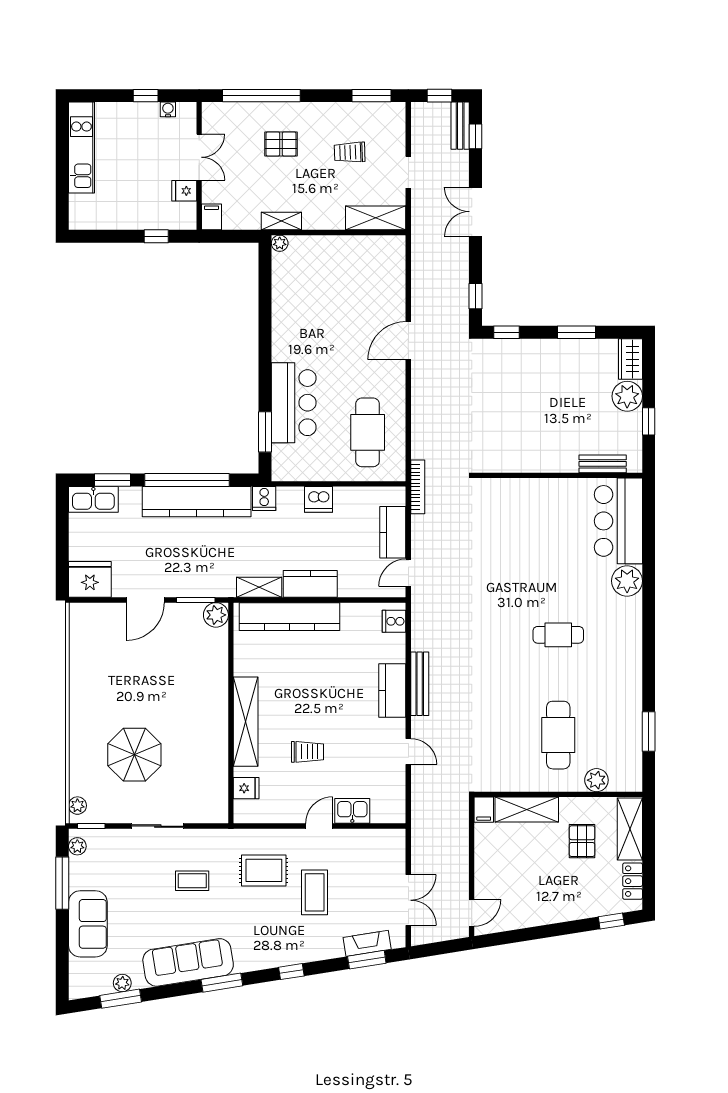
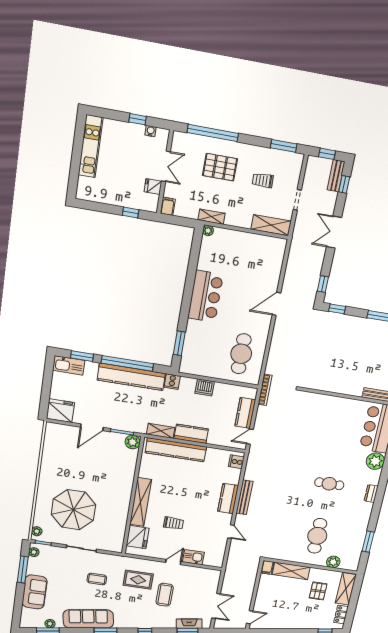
pallet: (281, 144) -> (220, 167), width x1.50, depth x1.42
bar counter: (294, 403) -> (205, 296), moved
dresser: (633, 641) -> (371, 493), added
parasol: (134, 755) -> (73, 510), width x1.36, depth x1.36
fridge: (246, 788) -> (138, 537), width x1.88, depth x1.34

